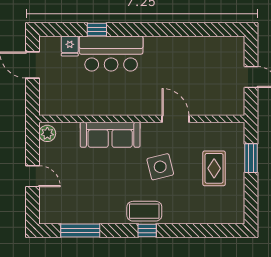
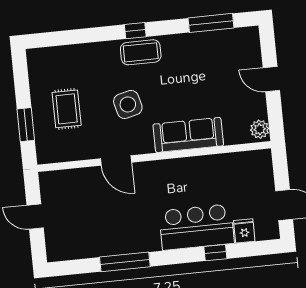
window: (177, 30) -> (125, 262), added

